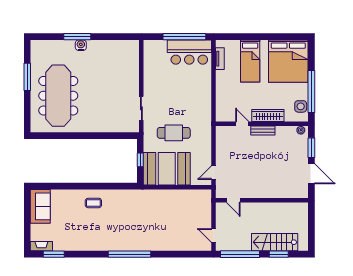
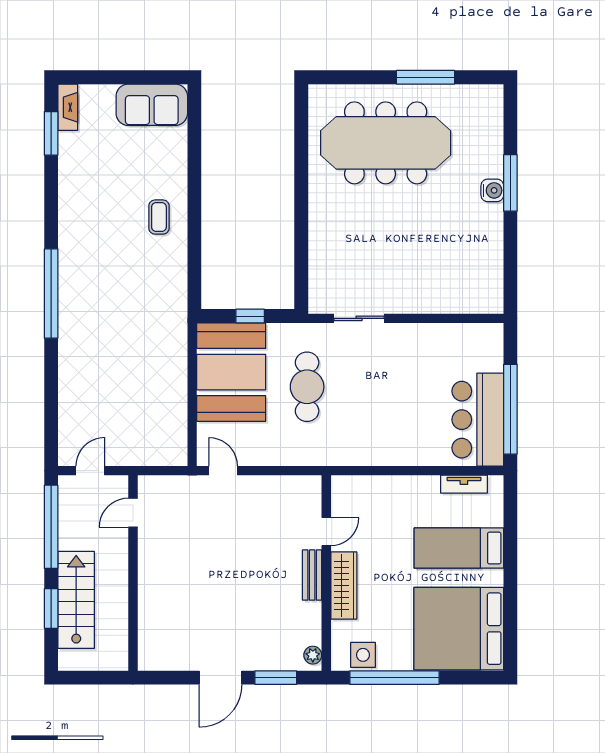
door: (233, 200) -> (133, 513), moved
wall: (262, 200) -> (133, 573), moved

